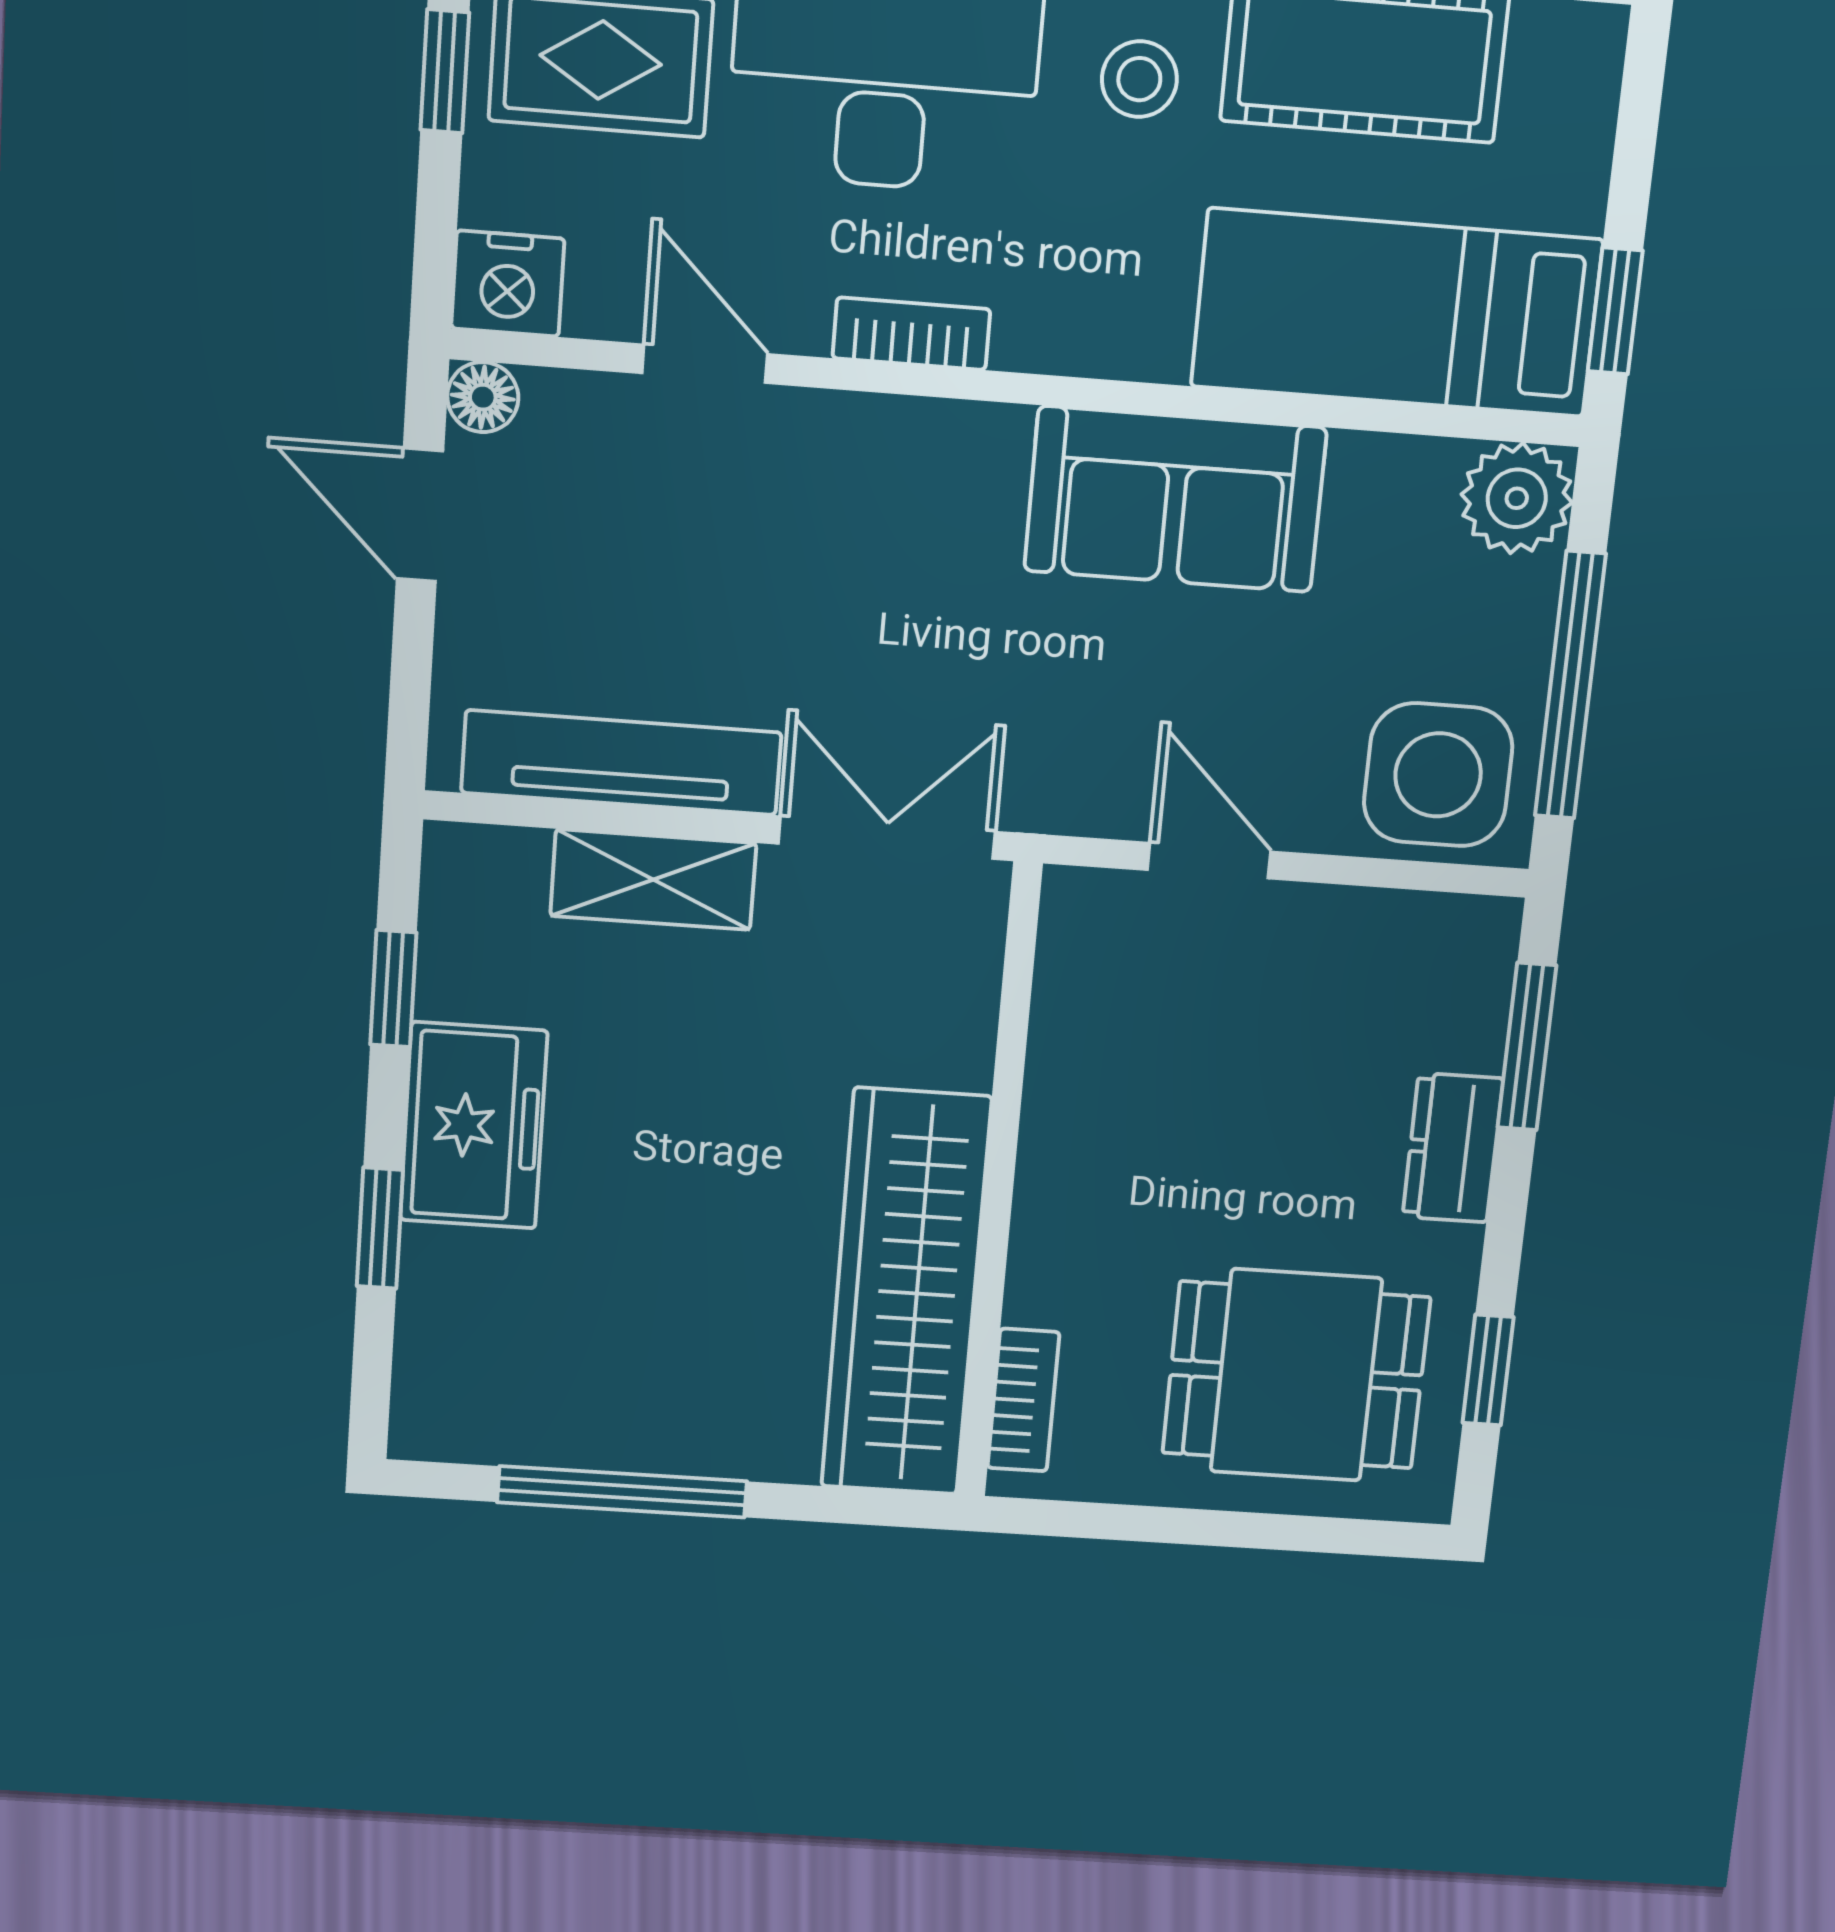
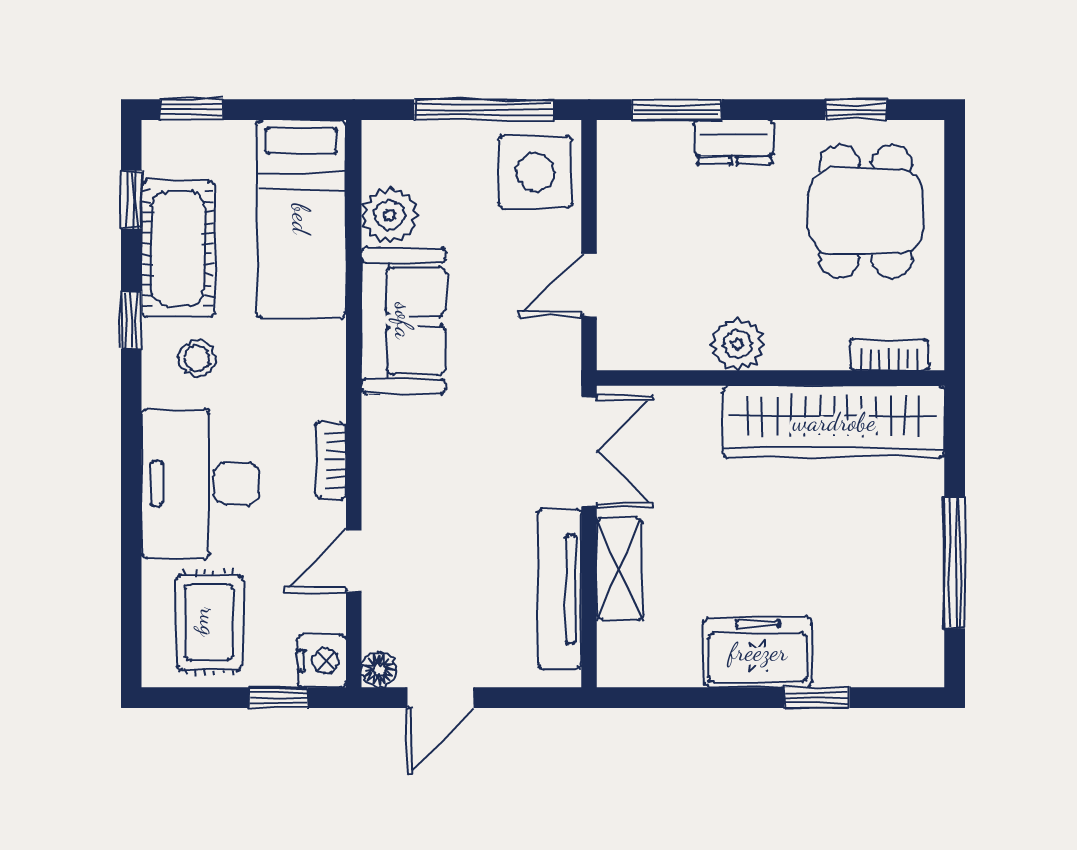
window: (445, 71) -> (279, 698), moved
window: (1615, 311) -> (191, 110), moved
plant: (1517, 498) -> (390, 215), moved
double door: (887, 838) -> (589, 451), swing flipped
window: (393, 989) -> (687, 698), removed
plant: (1070, 1129) -> (738, 344), added

